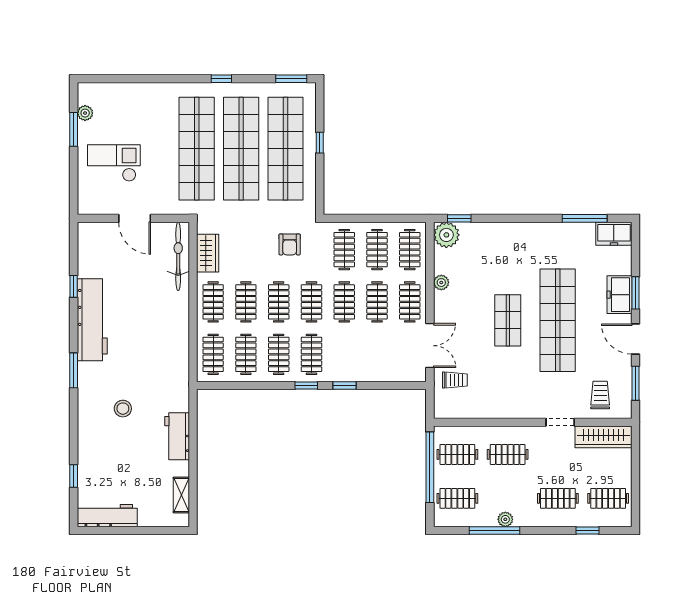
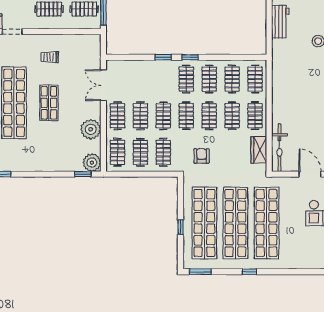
plant: (441, 283) -> (91, 129), width x1.88, depth x1.88
trolley: (455, 380) -> (50, 57), moved

